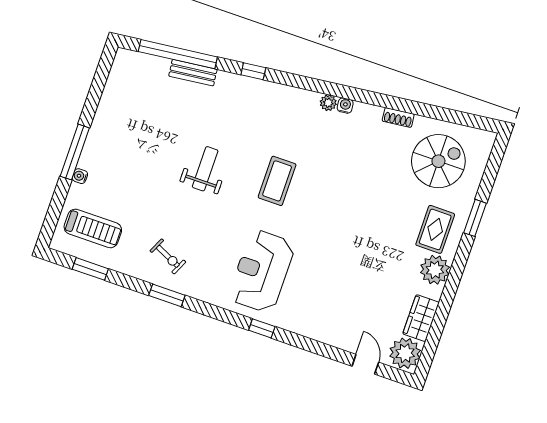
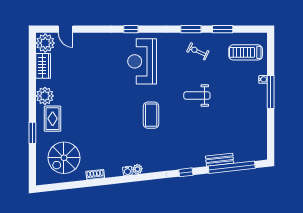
weight bench: (205, 169) -> (197, 96), moved, turned 90
window: (90, 269) -> (223, 29), moved
reception desk: (262, 271) -> (142, 61), turned 180

